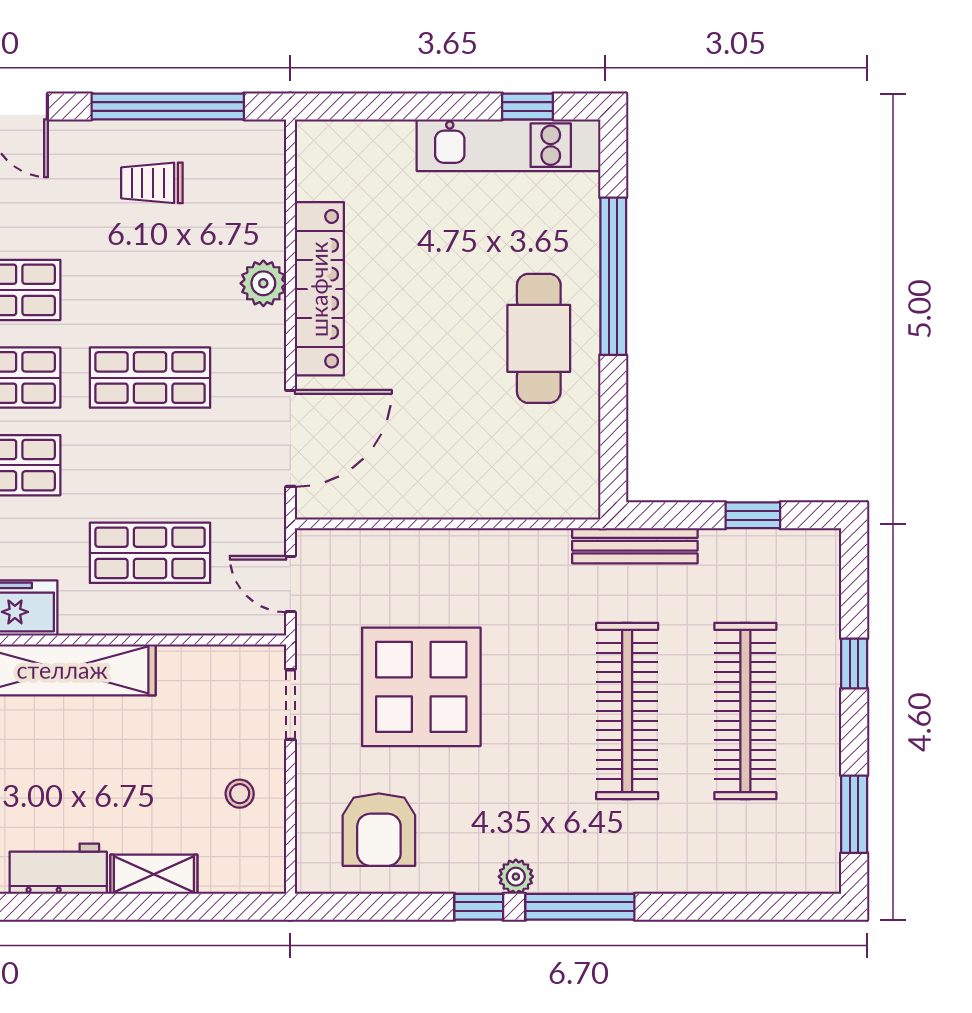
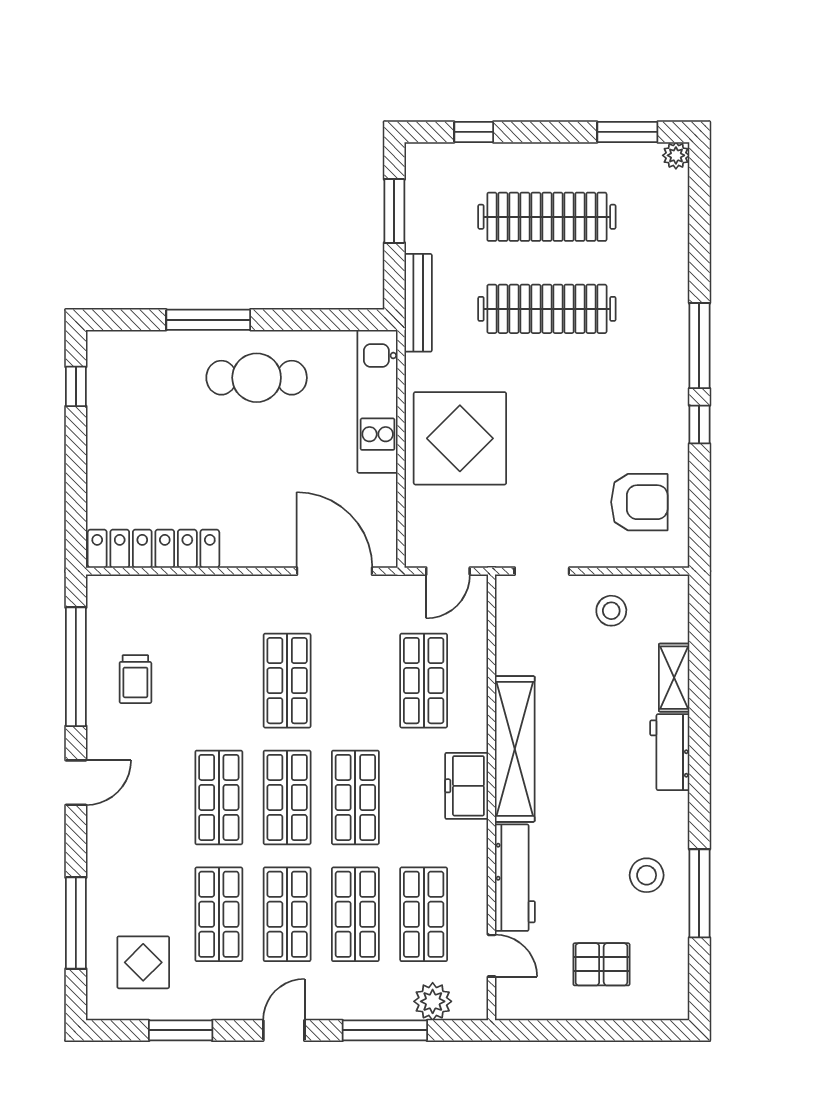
kitchen unit: (508, 145) -> (378, 401), moved, turned 180
window: (613, 276) -> (208, 320), width x0.68
plant: (263, 283) -> (214, 592), removed
locker: (319, 289) -> (154, 549), moved
window: (753, 515) -> (394, 211), width x1.50
window: (854, 664) -> (474, 132), moved
display table: (421, 687) -> (460, 438), moved
stool: (240, 794) -> (611, 611), width x1.37, depth x1.37
plant: (516, 877) -> (676, 155), moved

